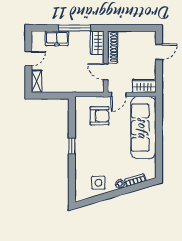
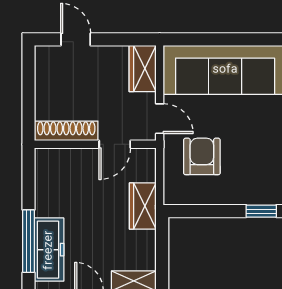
window: (74, 28) -> (29, 241), moved
freezer: (57, 38) -> (49, 250), width x1.40
wardrobe: (97, 43) -> (143, 206), moved, turned 90

